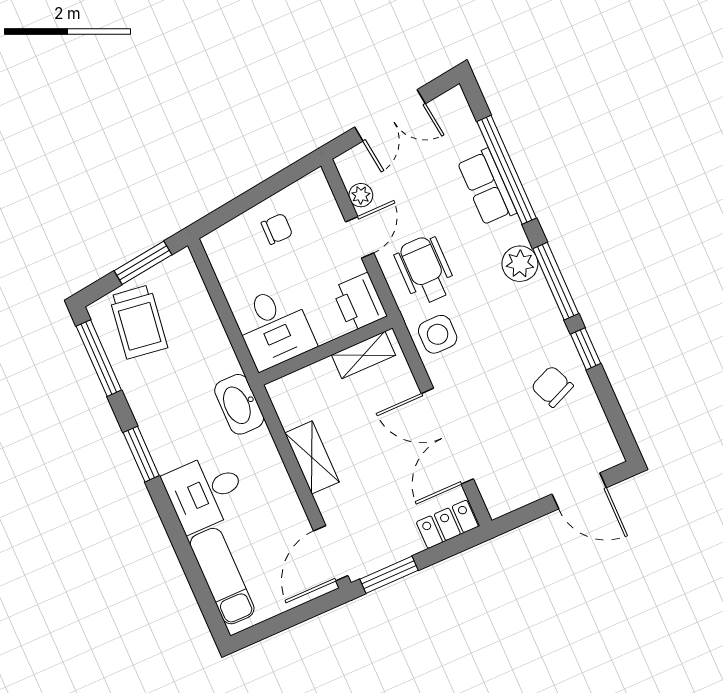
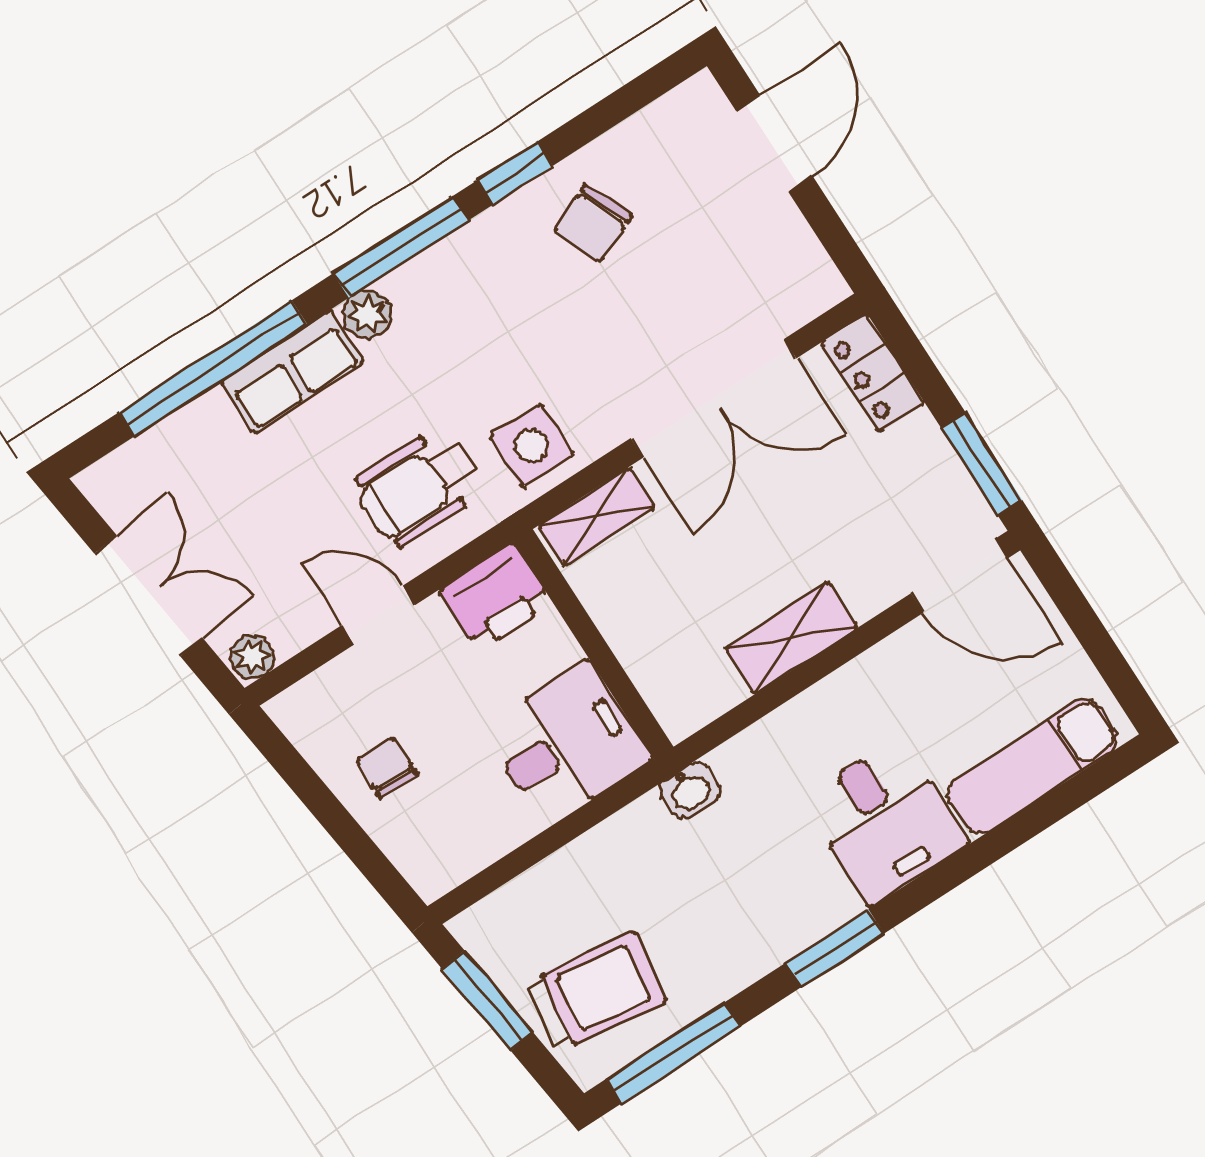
row of seats: (487, 187) -> (292, 372), moved
plant: (361, 195) -> (252, 657), moved
plant: (520, 264) -> (367, 314), width x0.73, depth x0.73
shelving: (363, 355) -> (597, 516), moved, turned 90
washbasin: (239, 404) -> (690, 790), width x0.52, depth x0.69

